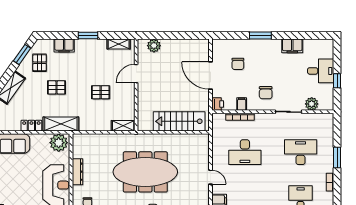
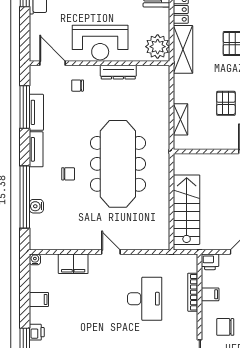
shelving: (123, 126) -> (181, 119), moved
desk: (245, 152) -> (145, 299), turned 180
door: (210, 177) -> (111, 252), swing flipped

